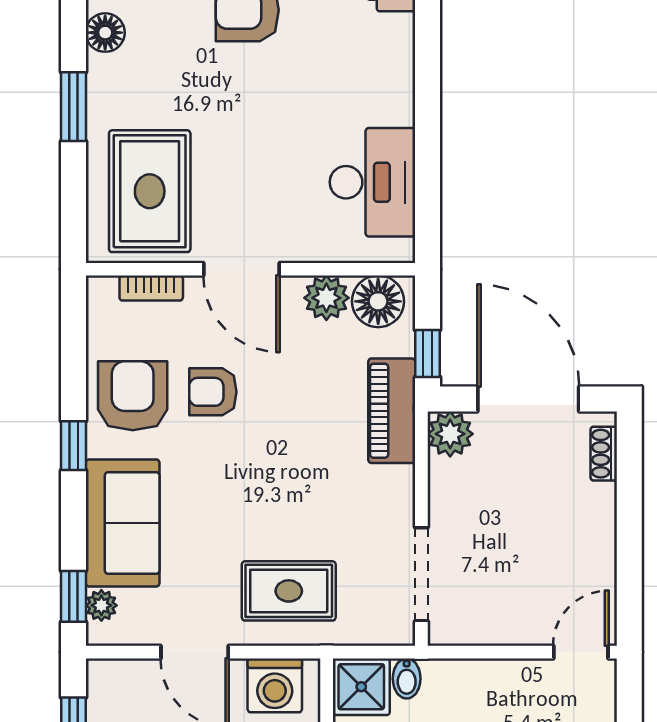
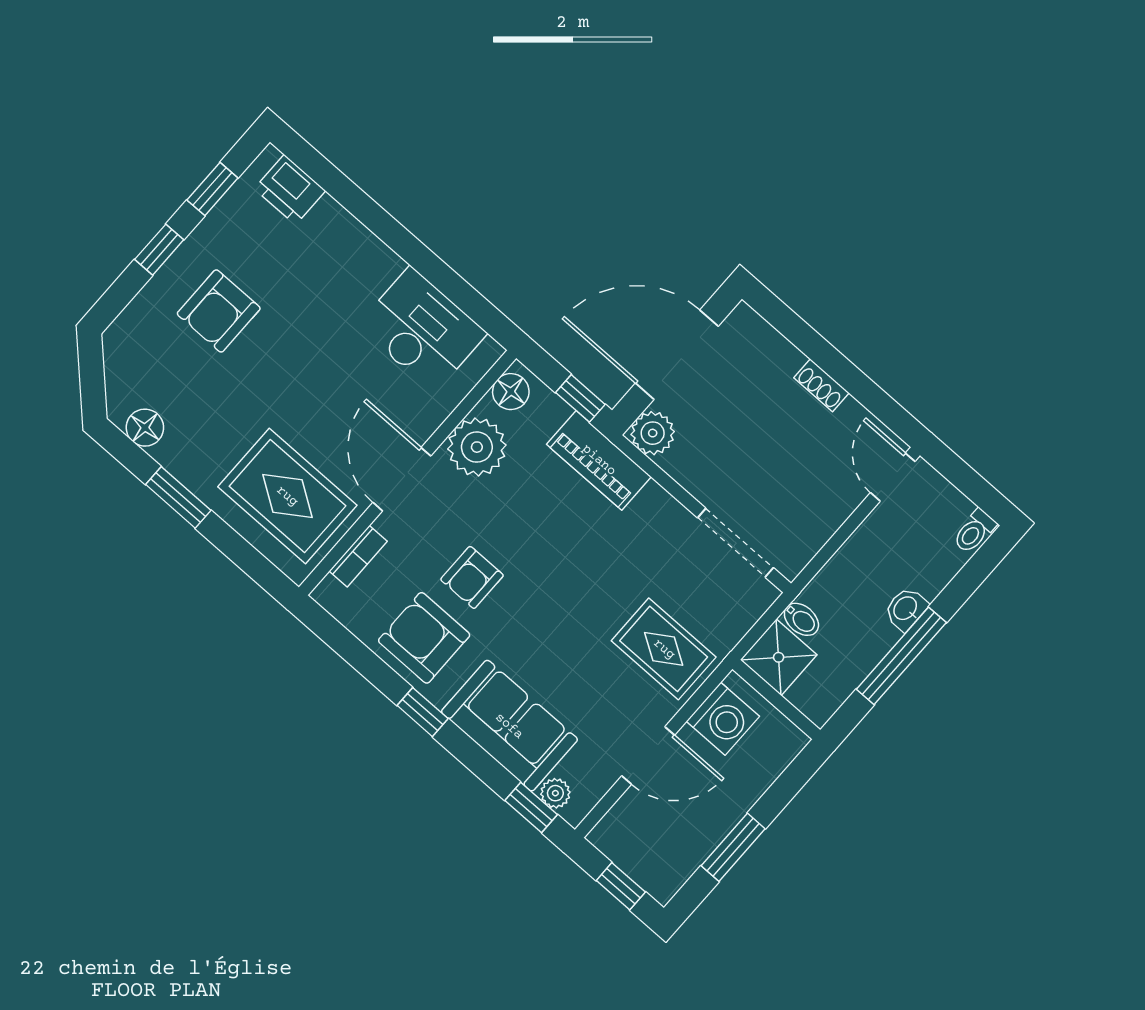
door: (241, 269) -> (402, 479), swing flipped
plant: (326, 298) -> (477, 447), width x1.36, depth x1.36
floor lamp: (378, 301) -> (511, 392), width x0.73, depth x0.73
shoe rack: (604, 454) -> (821, 385), moved
rug: (289, 591) -> (664, 649), turned 90

